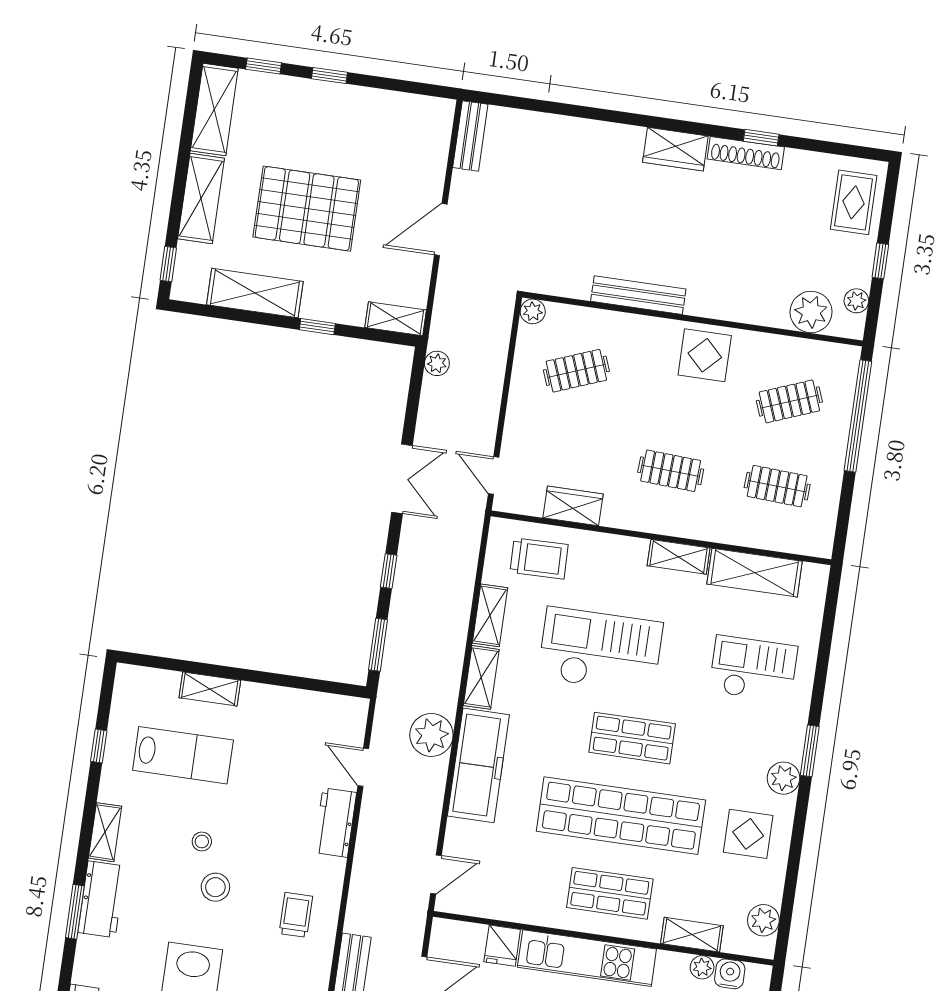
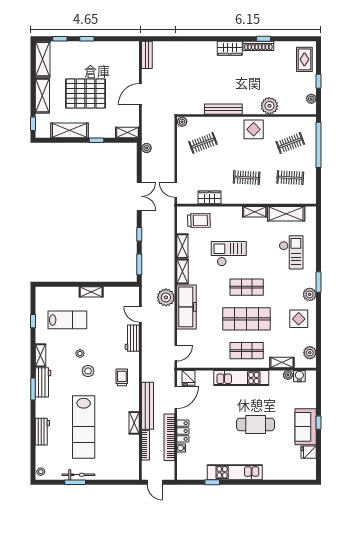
plant: (811, 312) -> (269, 106), moved
checkout: (600, 650) -> (229, 254), width x0.73, depth x0.83
checkout: (753, 669) -> (291, 252), turned 90
shelving: (210, 689) -> (91, 292), moved
shop shelf: (621, 816) -> (247, 319), width x0.71
fridge: (502, 946) -> (189, 378), moved

